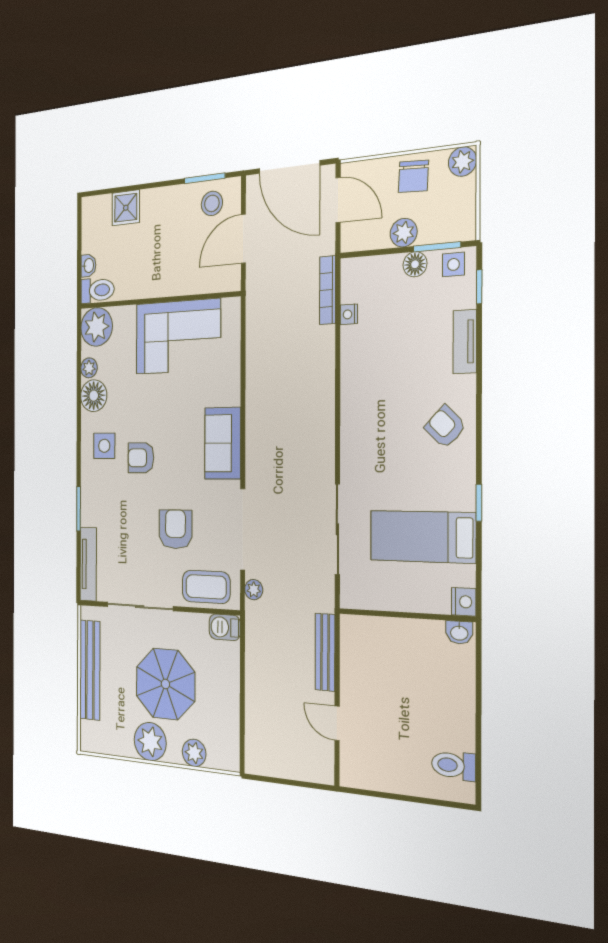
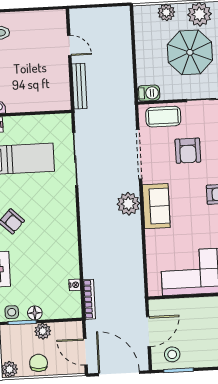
plant: (254, 590) -> (128, 204), moved, width x1.88, depth x1.88

